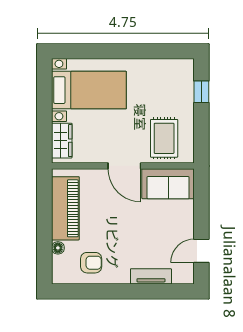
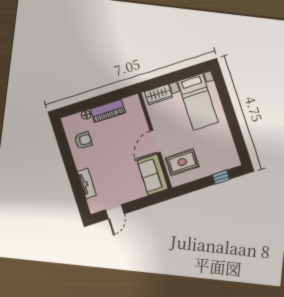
piano: (65, 208) -> (108, 111), width x0.73, depth x0.75
door: (201, 251) -> (115, 212), swing flipped
armchair: (91, 263) -> (83, 140), turned -90

